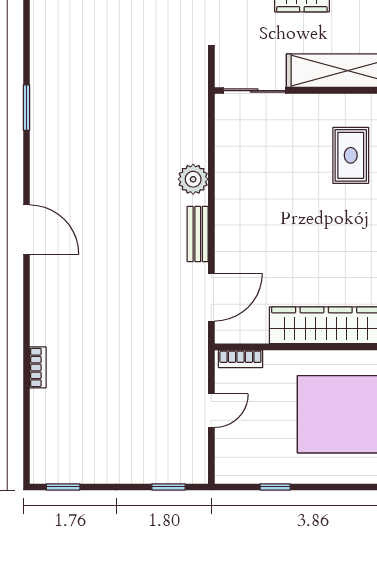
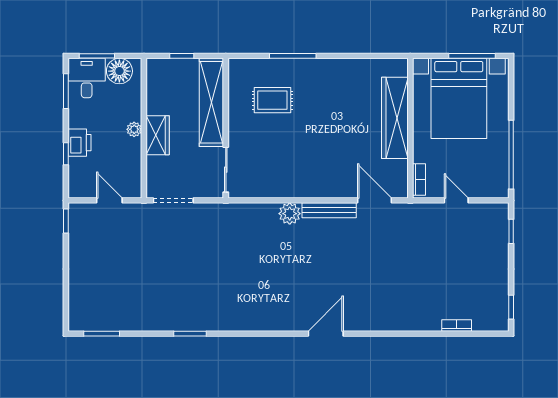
window: (26, 108) -> (190, 334), moved
bench: (198, 234) -> (329, 210), width x1.36
bookcase: (38, 367) -> (457, 325), moved
window: (275, 487) -> (511, 155), width x3.17

